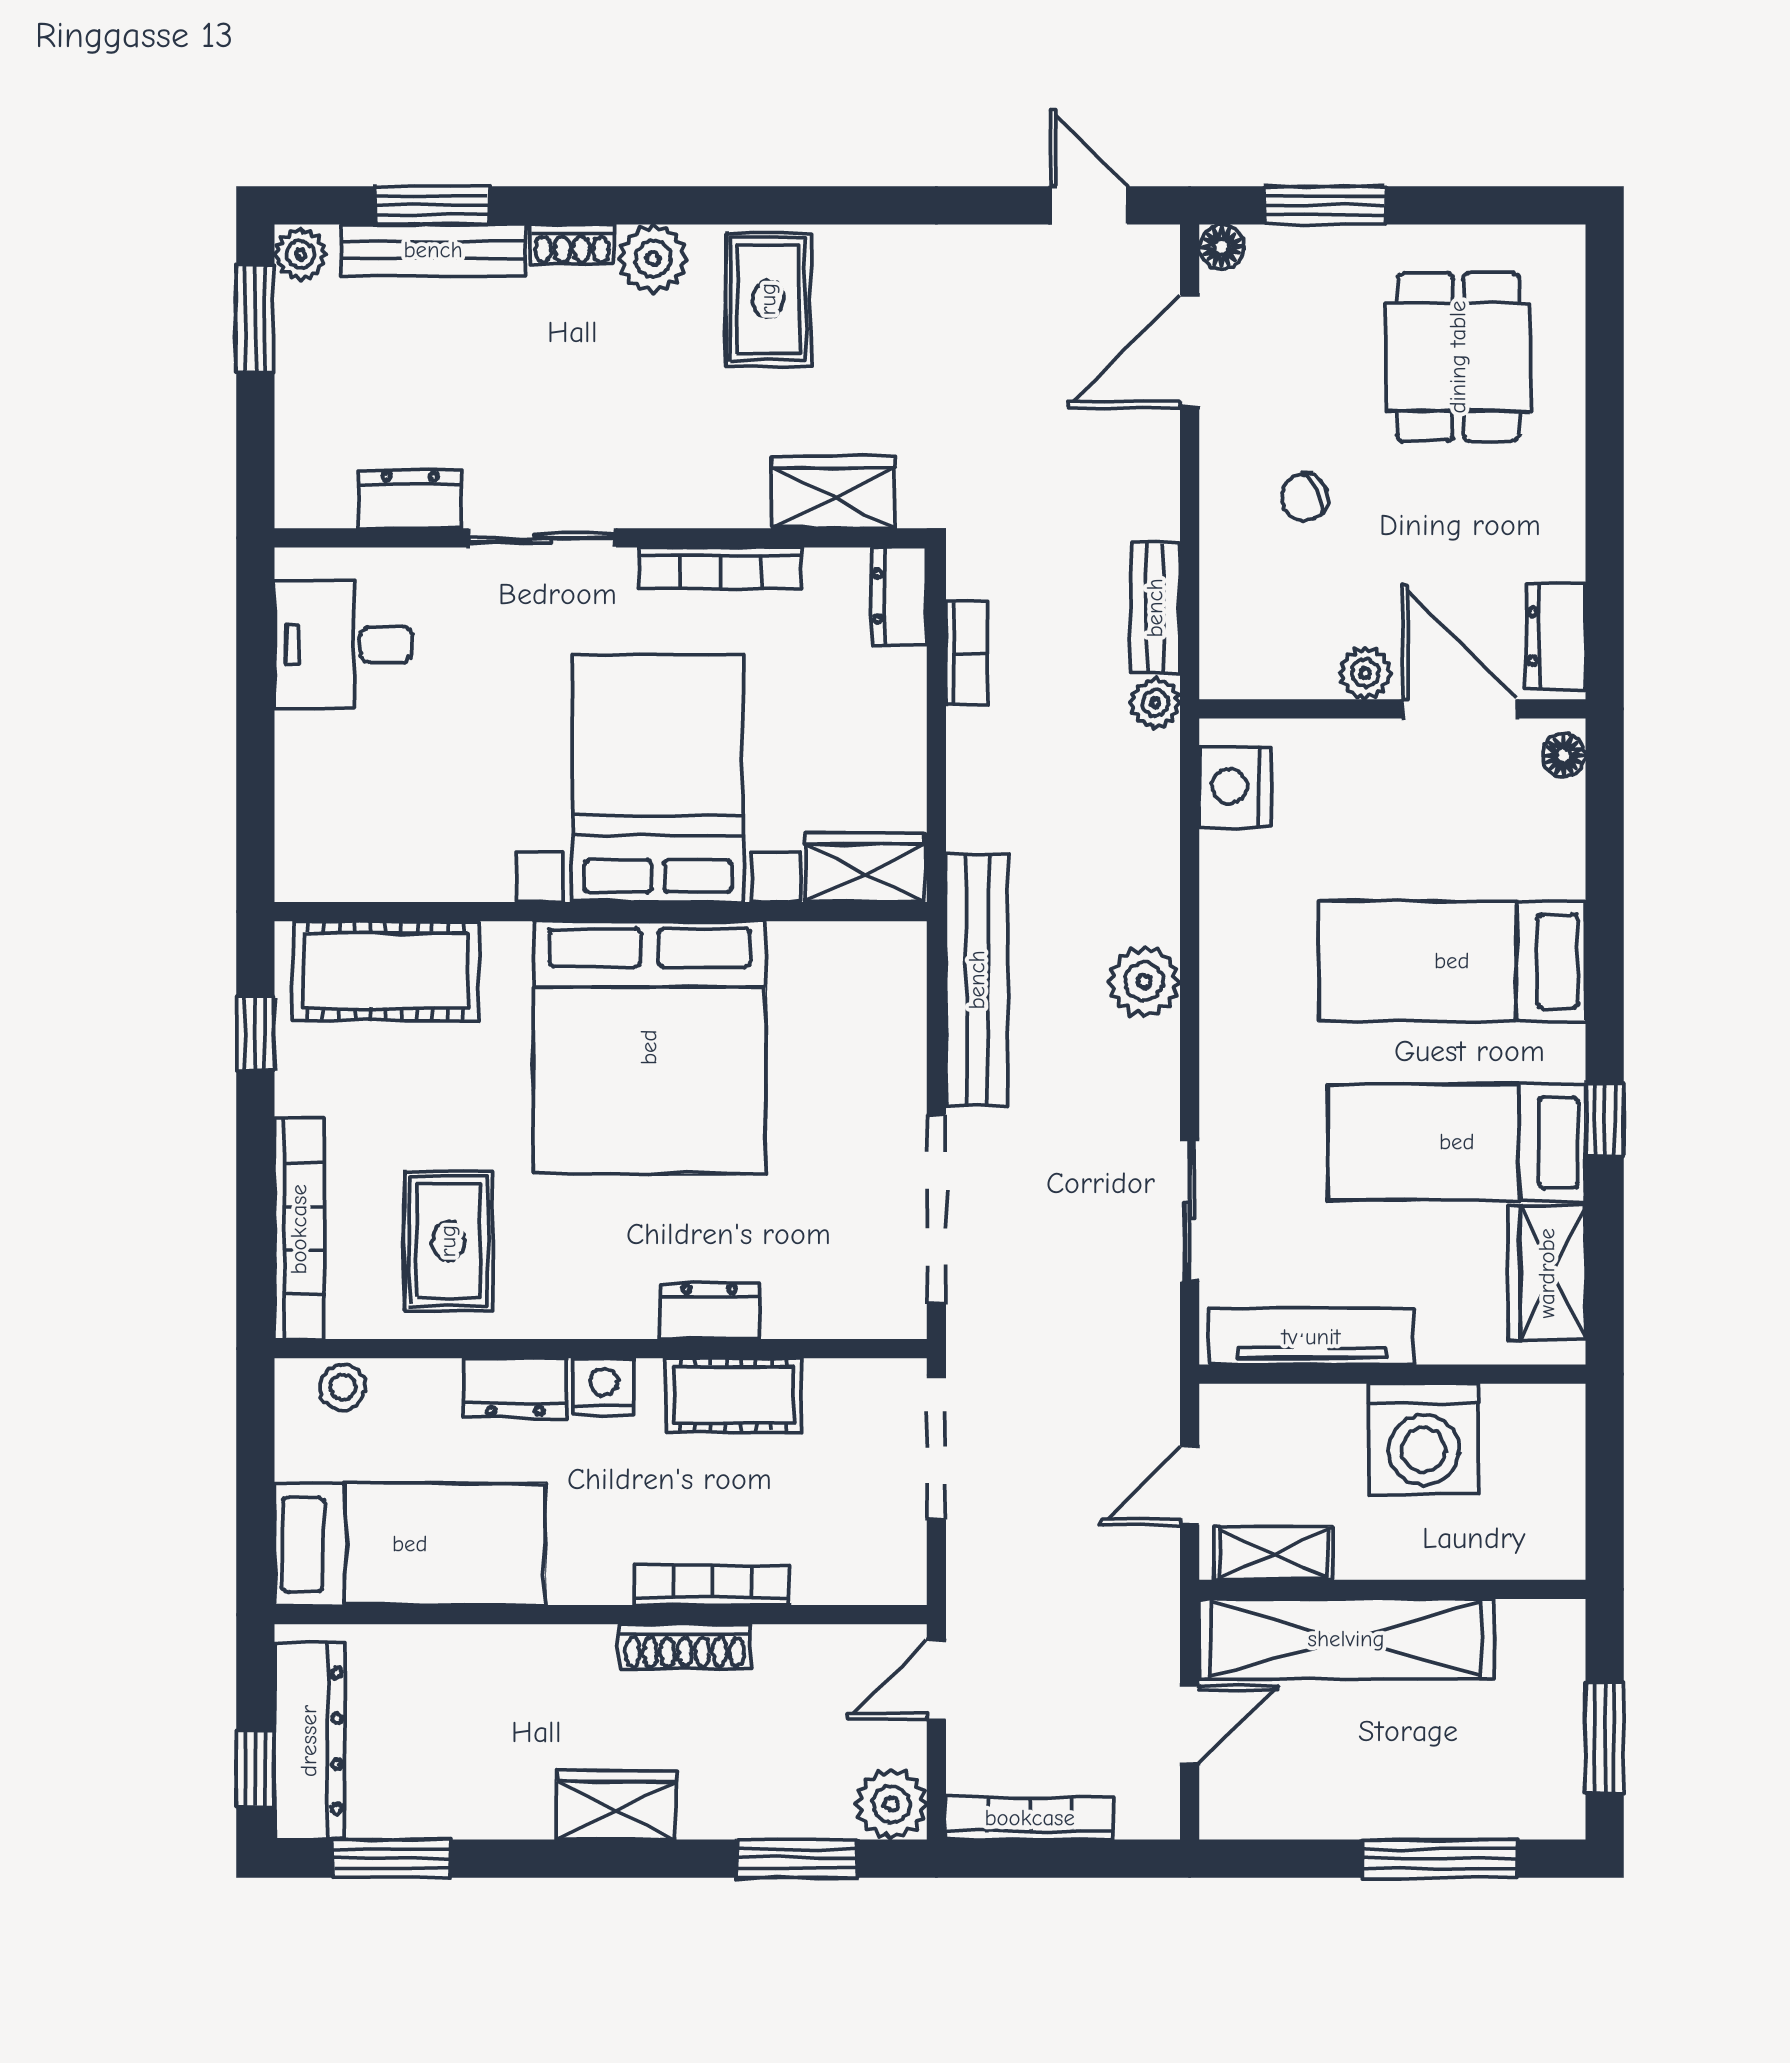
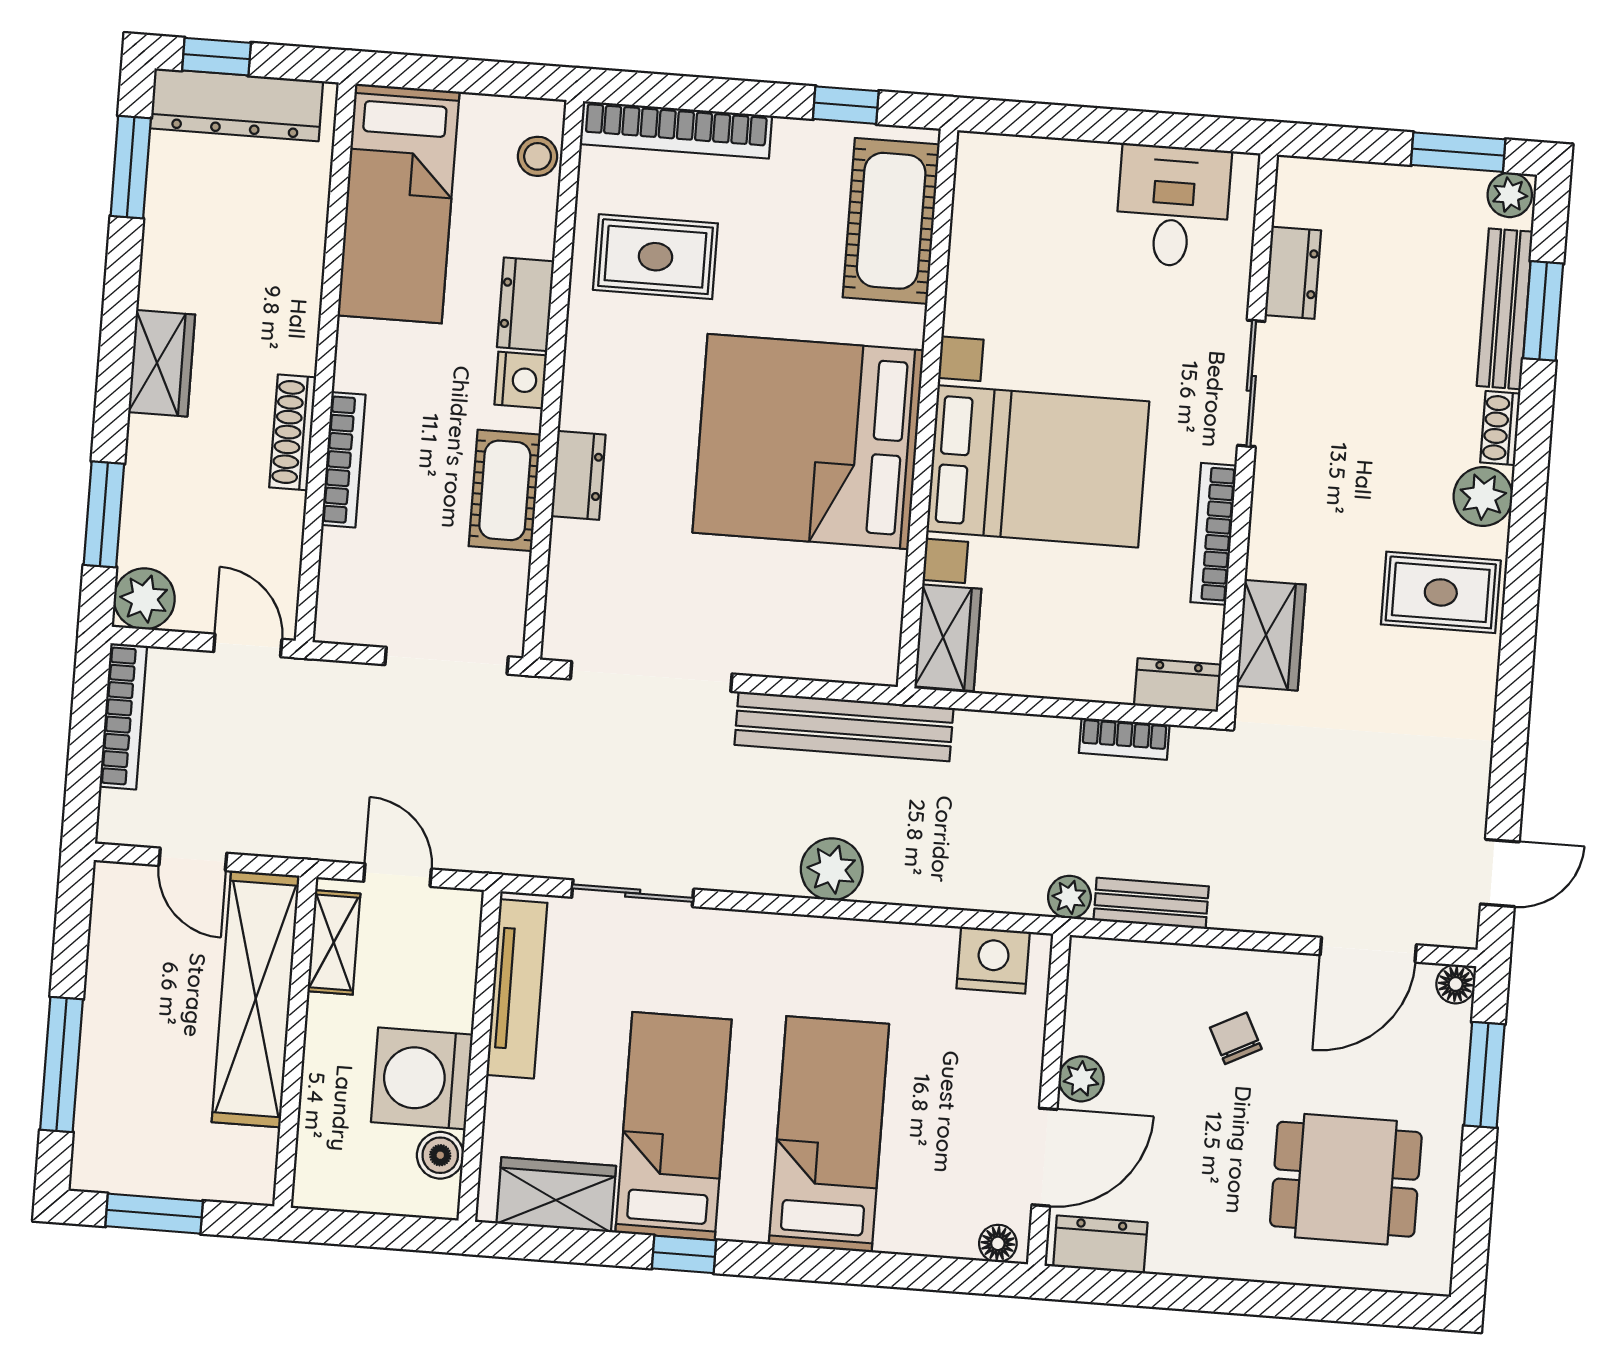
door: (1190, 351) -> (1368, 950), swing flipped
boiler: (1511, 1411) -> (440, 1155), added

